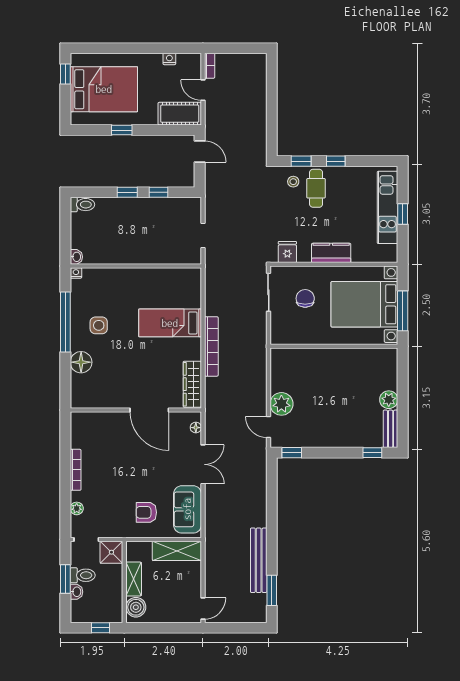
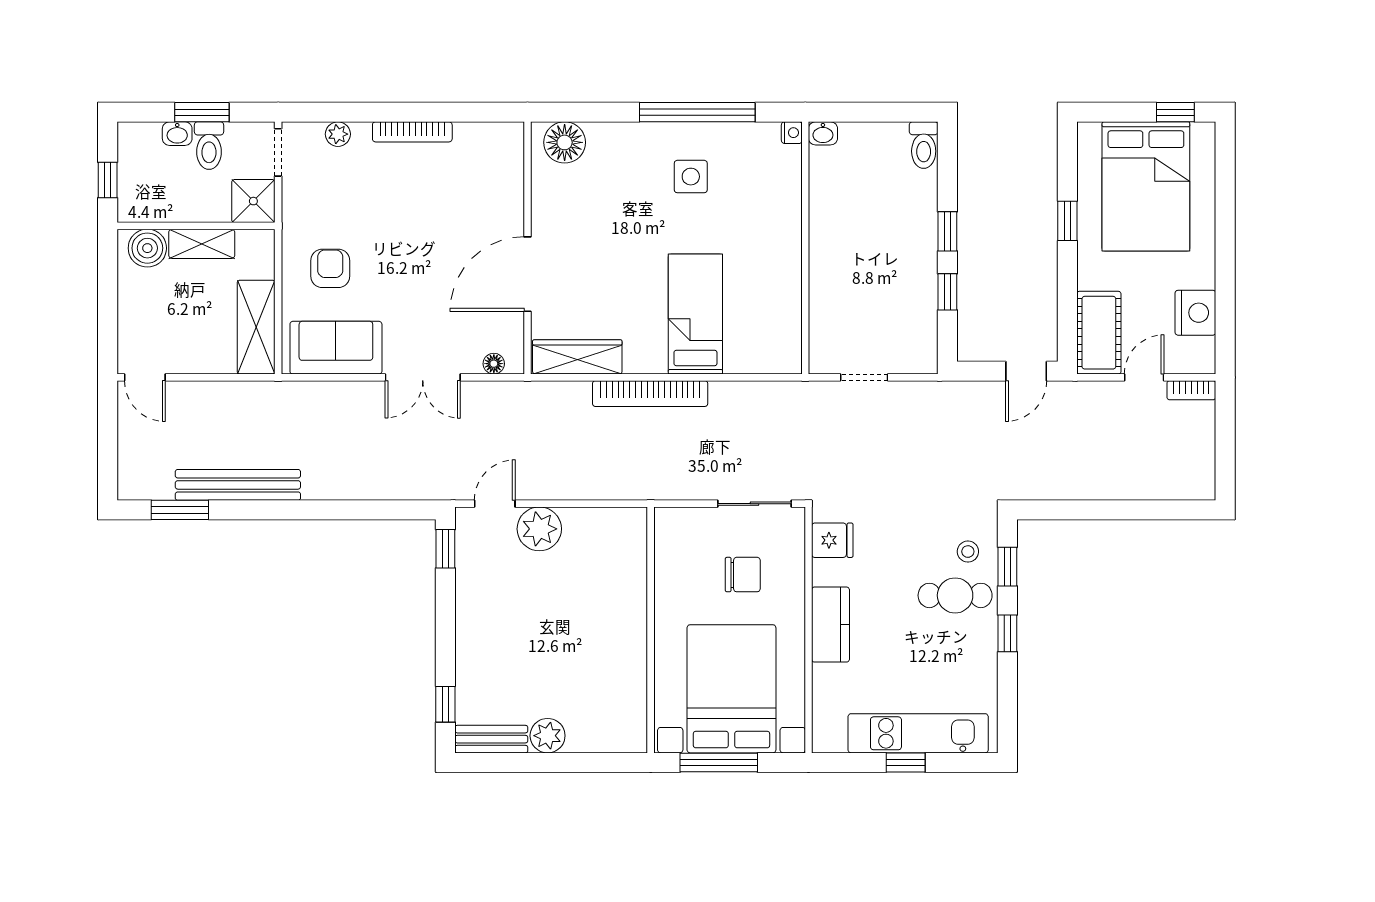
nightstand: (169, 59) -> (1195, 313), width x1.89, depth x1.79
floor lamp: (81, 362) -> (565, 142), moved

